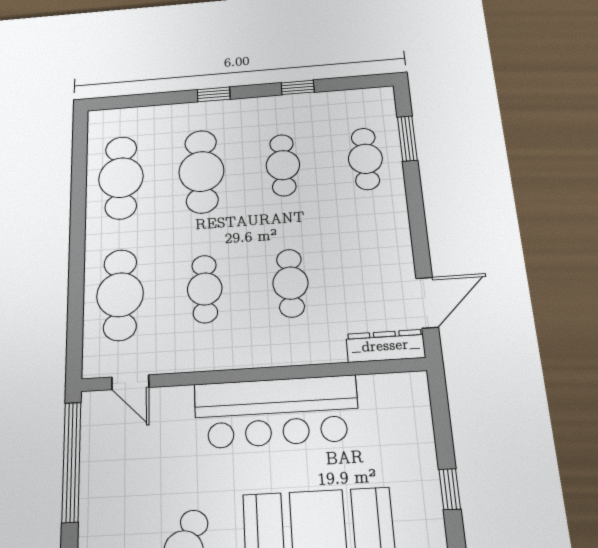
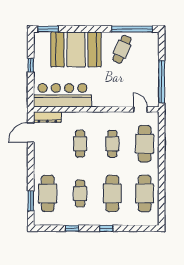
cafe table: (365, 159) -> (48, 193), width x1.37, depth x1.35
bar counter: (276, 412) -> (62, 95), moved

